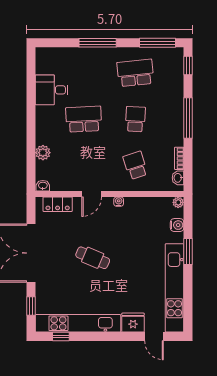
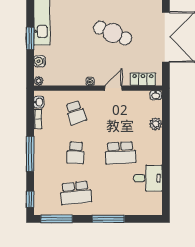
cafe table: (93, 258) -> (113, 33), width x1.37, depth x1.35

